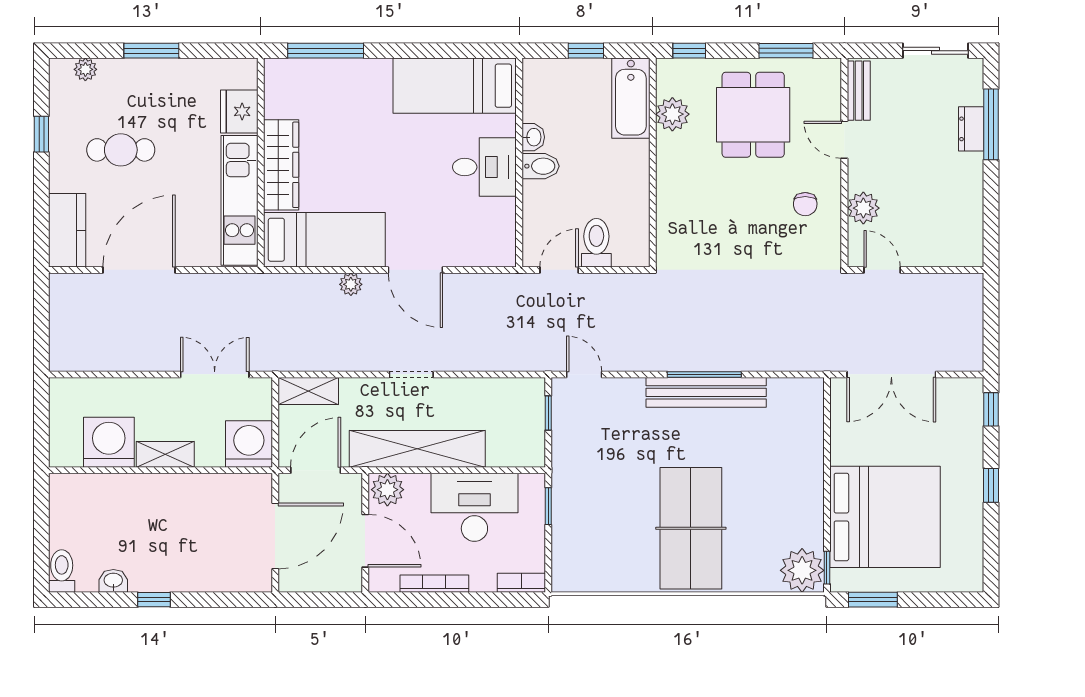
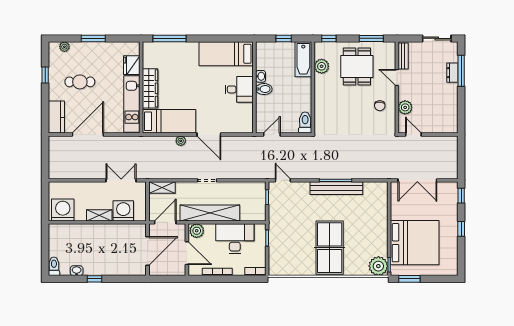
toilet: (596, 243) -> (305, 123), moved
washing machine: (109, 442) -> (63, 210), moved
washing machine: (249, 444) -> (123, 211), moved

